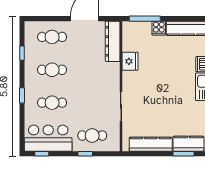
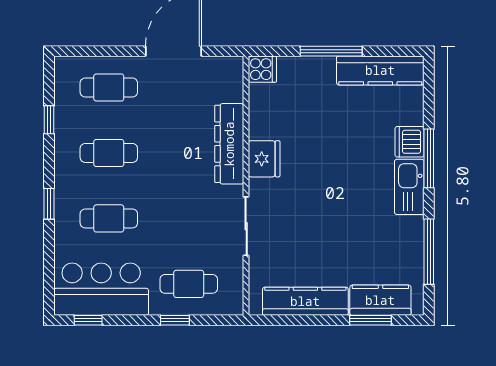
window: (145, 19) -> (331, 51), moved
cooker: (159, 28) -> (262, 69), moved, turned -90
dresser: (113, 41) -> (229, 144), moved
fridge: (130, 61) -> (264, 159), moved

